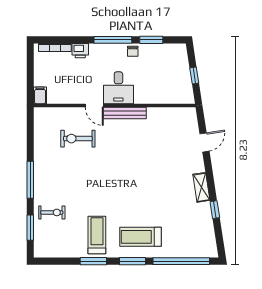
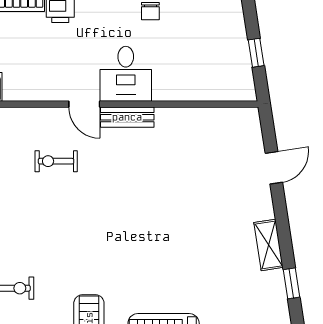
bench: (125, 113) -> (127, 117), width x0.73
exercise bike: (78, 139) -> (56, 161), width x0.73, depth x0.72

